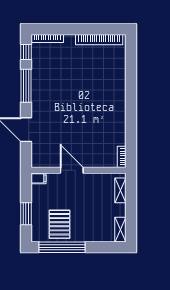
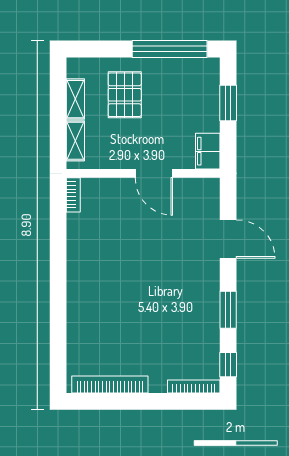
window: (26, 86) -> (228, 310), width x0.69
filing cabinet: (39, 178) -> (208, 151), width x2.00
pallet: (59, 224) -> (125, 95), moved
shelving: (120, 230) -> (75, 99), moved

